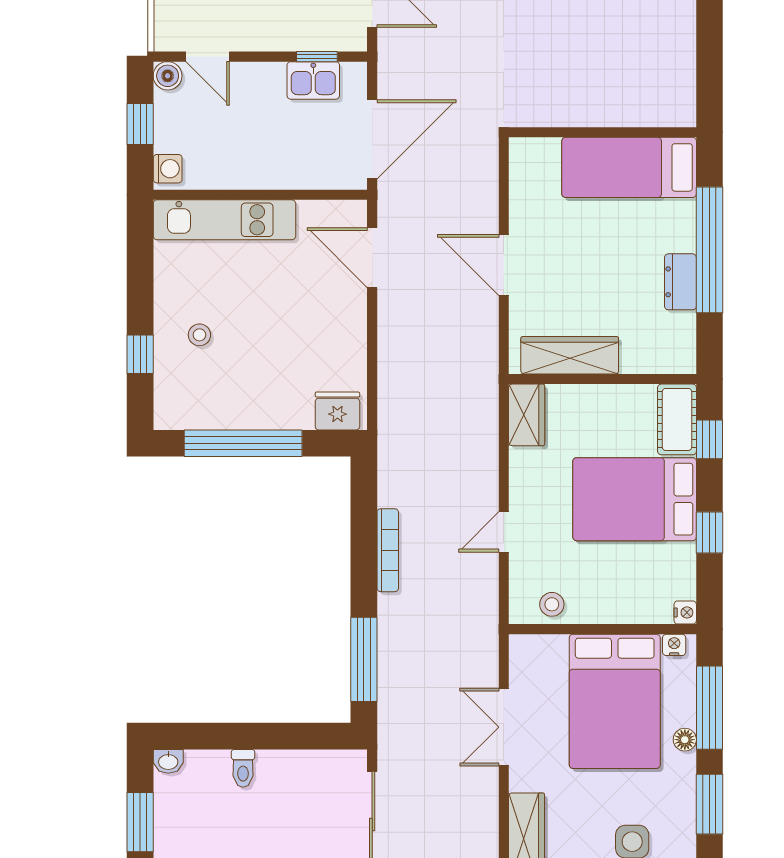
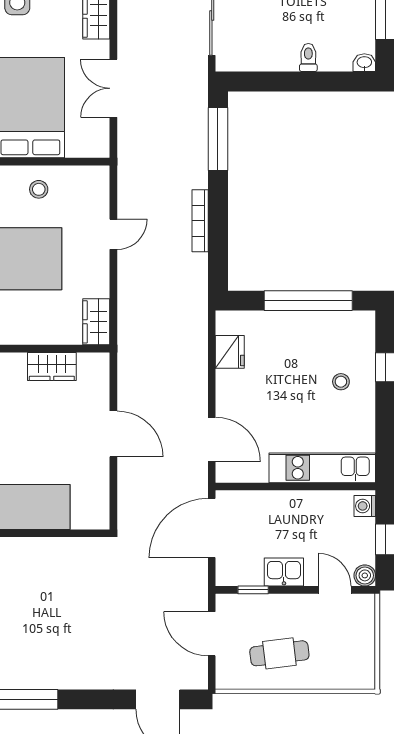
kitchen sink: (313, 80) -> (284, 572), moved
wardrobe: (570, 355) -> (52, 366), width x0.67
fridge: (337, 411) -> (230, 352), moved, turned -90
stool: (552, 604) -> (39, 189), moved
double door: (504, 727) -> (113, 88), swing flipped

